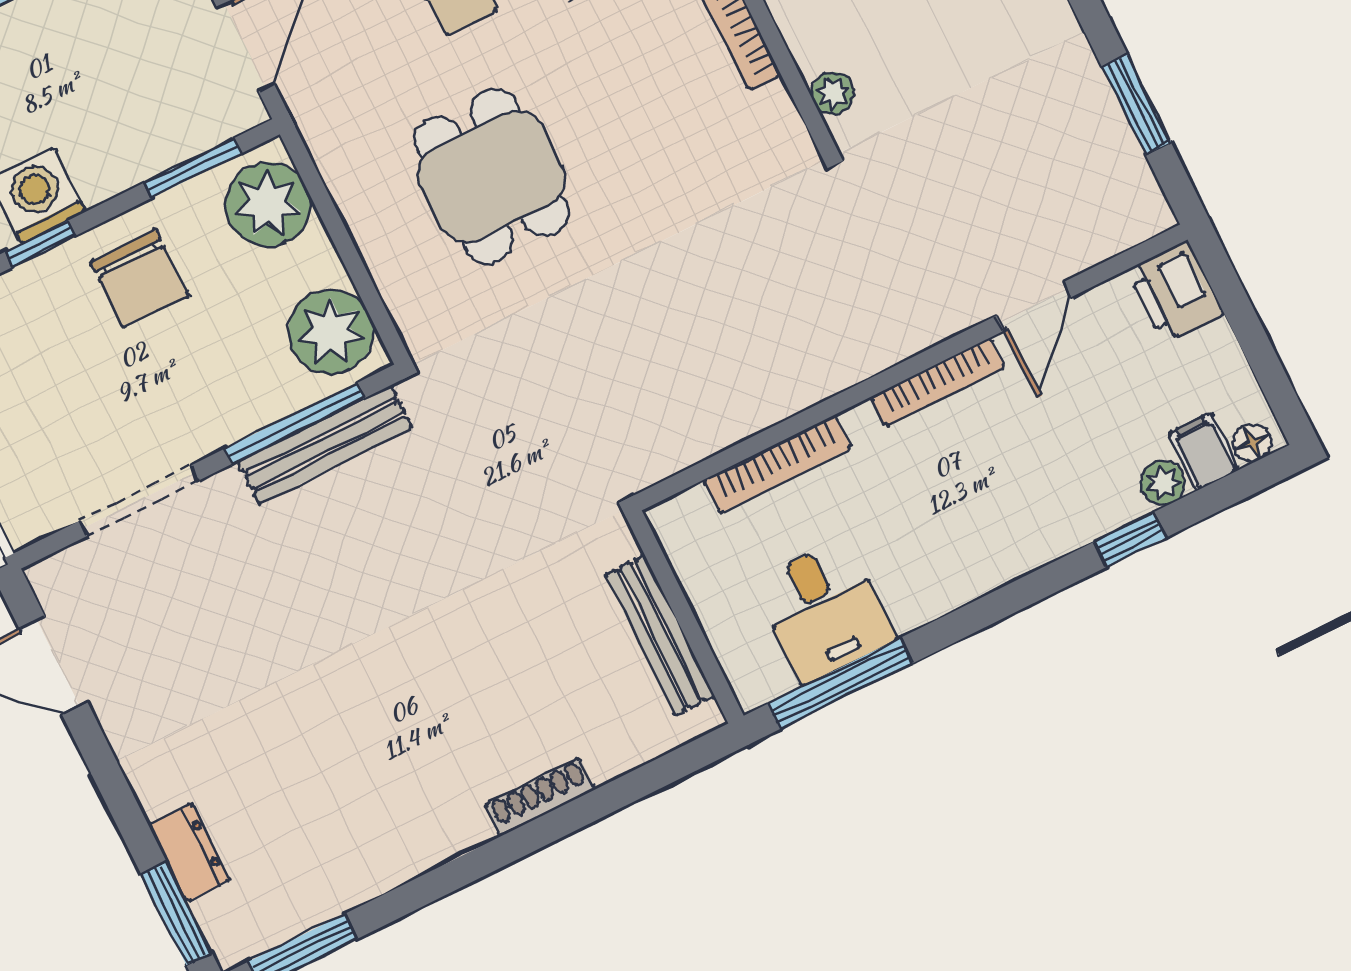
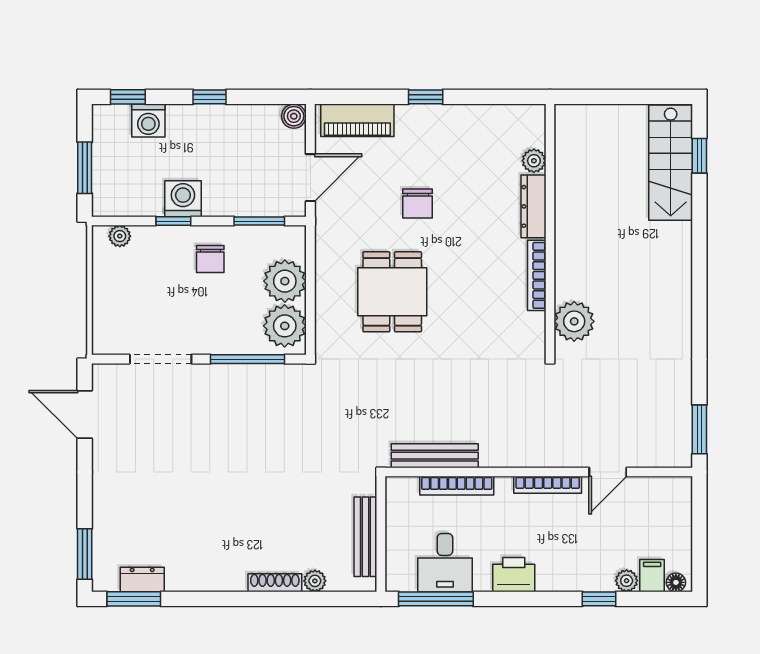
plant: (833, 93) -> (574, 321), width x1.87, depth x1.87
window: (1136, 105) -> (699, 429), moved
plant: (268, 204) -> (285, 281), moved
chair: (139, 279) -> (210, 259), width x0.73, depth x0.73
printer: (1175, 292) -> (514, 575), moved, turned 90
bench: (325, 445) -> (435, 456), moved
plant: (609, 758) -> (315, 581), added
dresser: (189, 852) -> (142, 580), moved, turned -90

